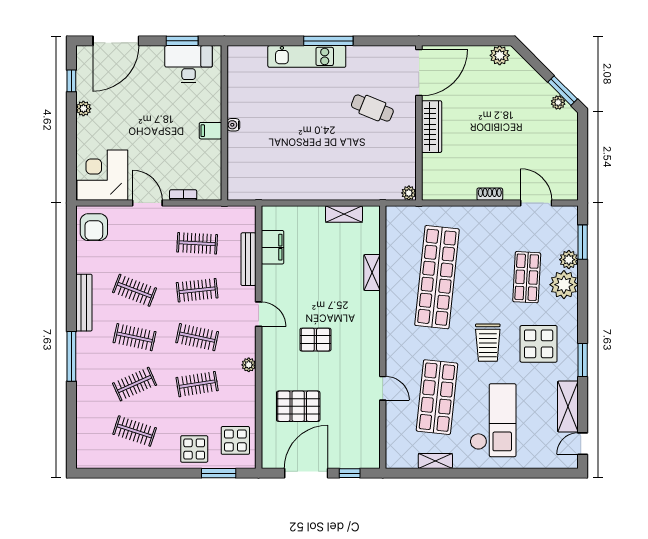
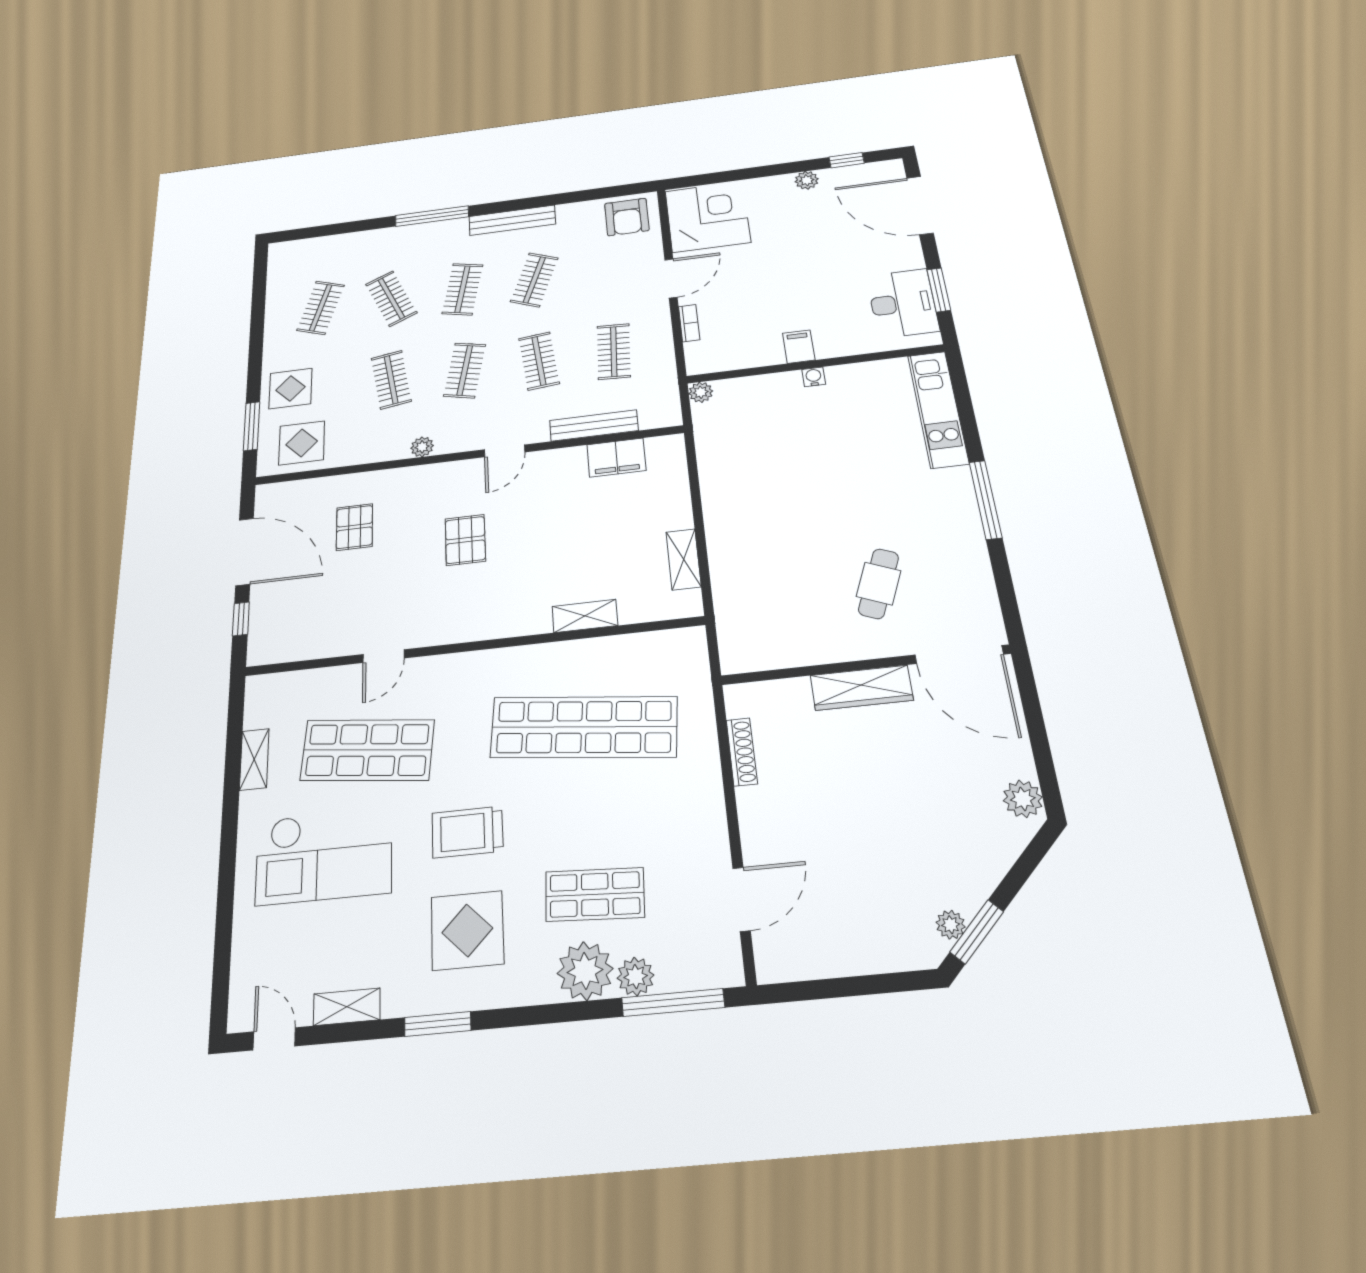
kitchen unit: (307, 56) -> (938, 409), moved
plant: (409, 193) -> (701, 392), moved
shoe rack: (490, 194) -> (742, 752), moved, width x1.43
armchair: (94, 227) -> (627, 217), turned -90
window: (583, 242) -> (673, 1003), width x1.44
pallet: (298, 406) -> (354, 527), width x0.67, depth x0.71
shelving: (568, 407) -> (347, 1007), width x0.67, depth x0.75

